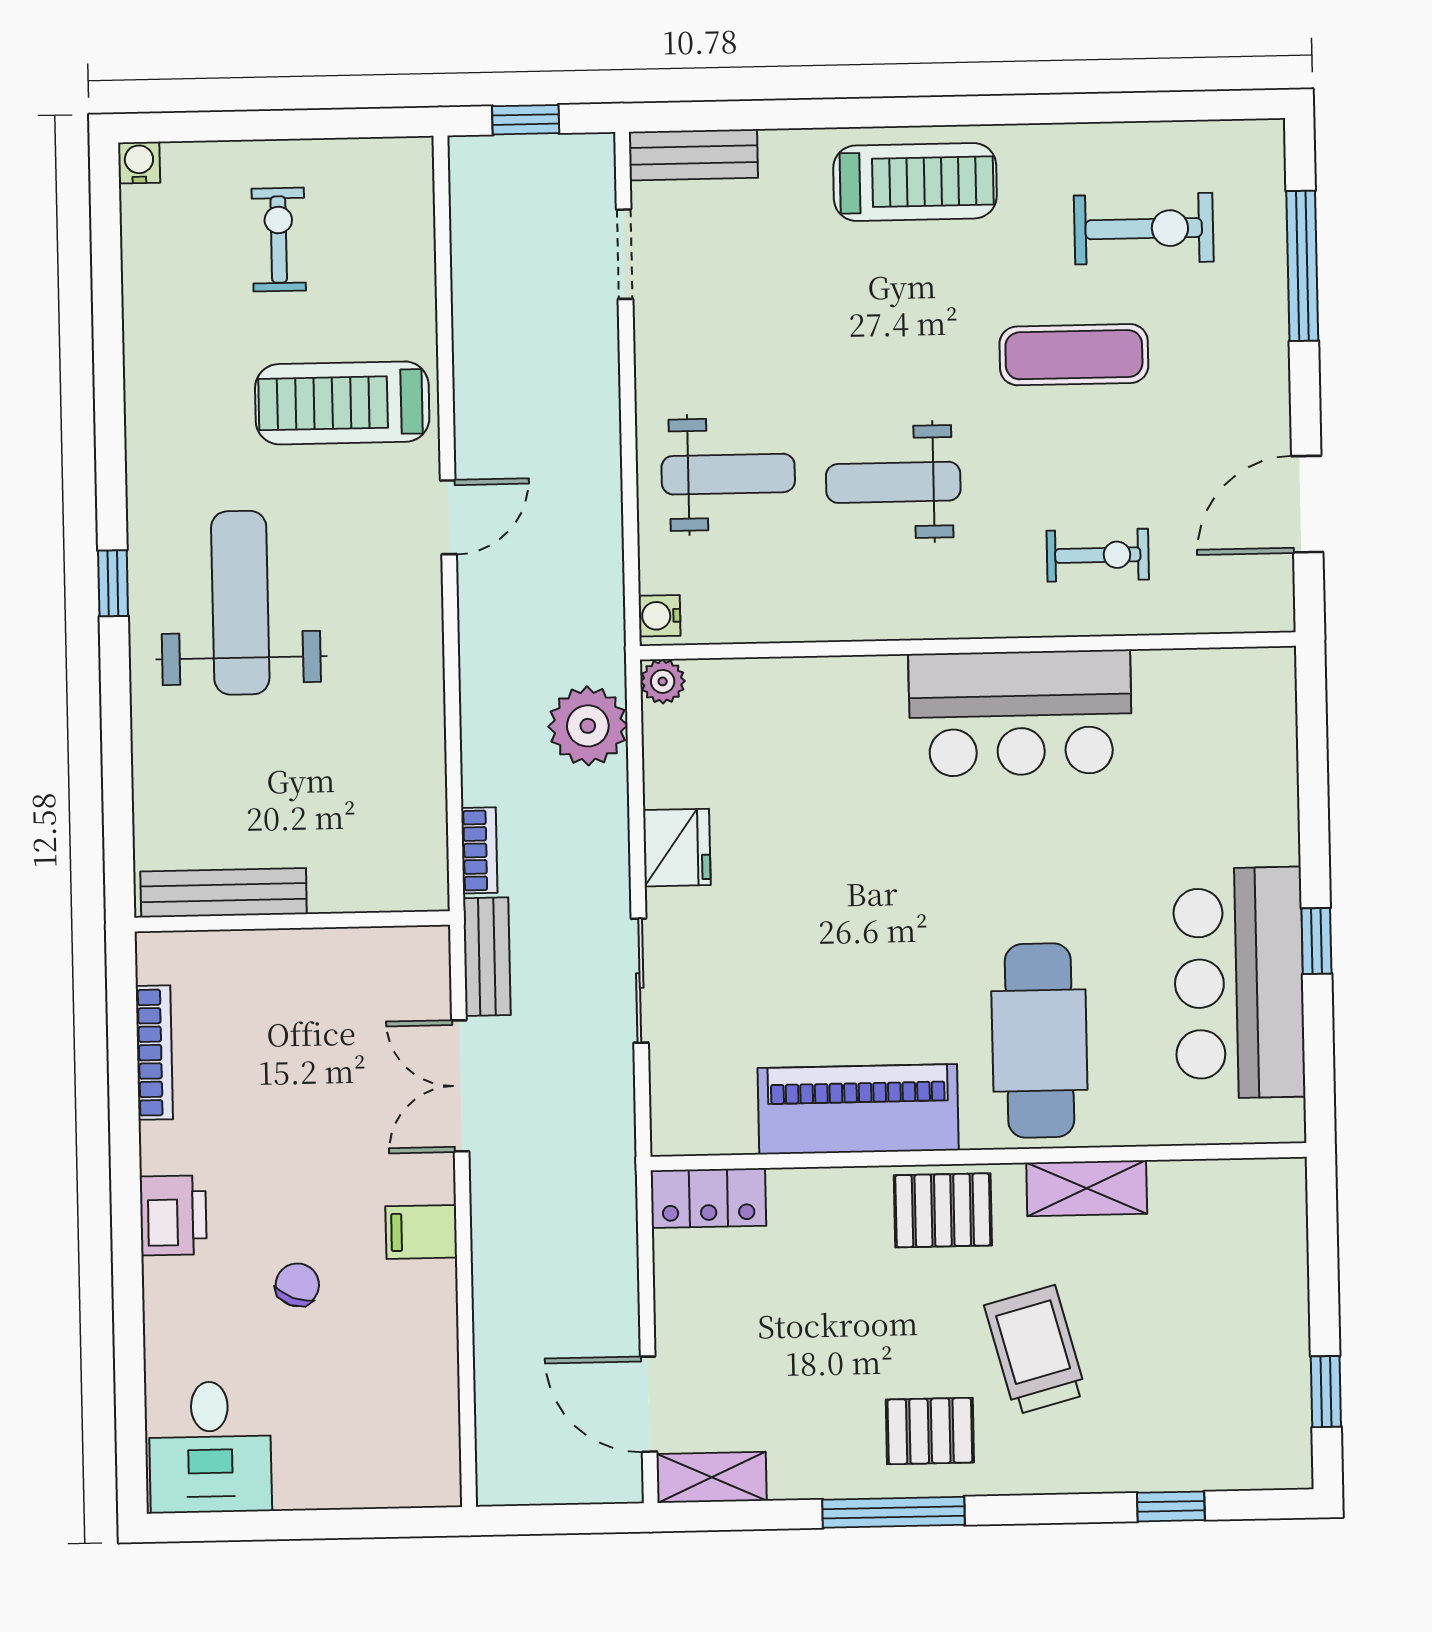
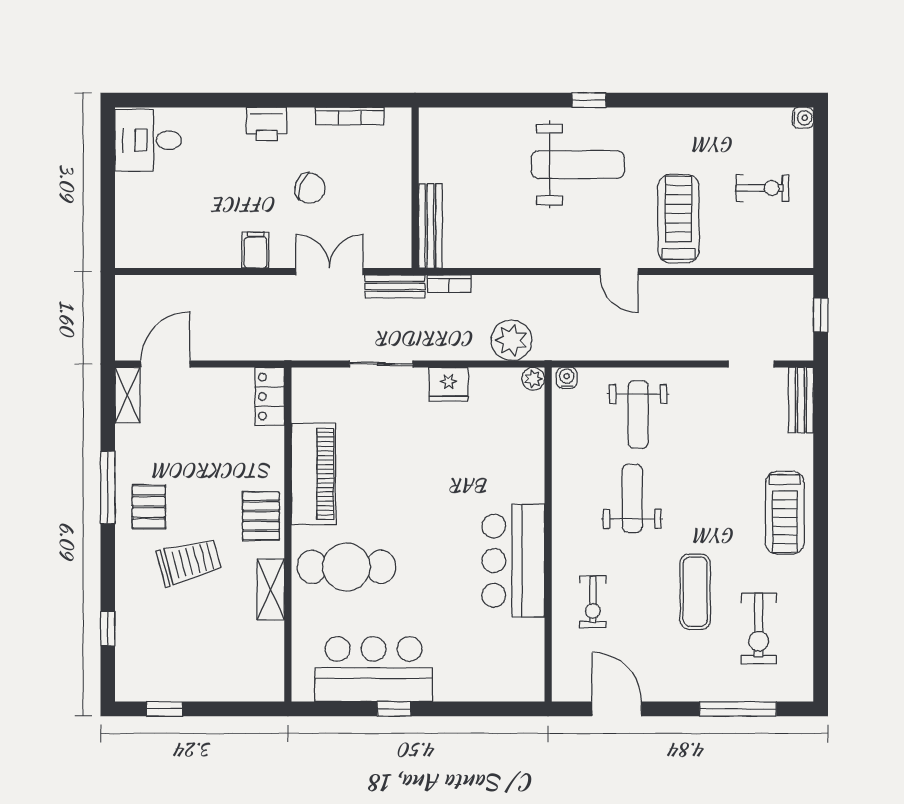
bench: (224, 893) -> (430, 226), moved
chair: (297, 1285) -> (310, 188), moved, width x1.37, depth x1.37

